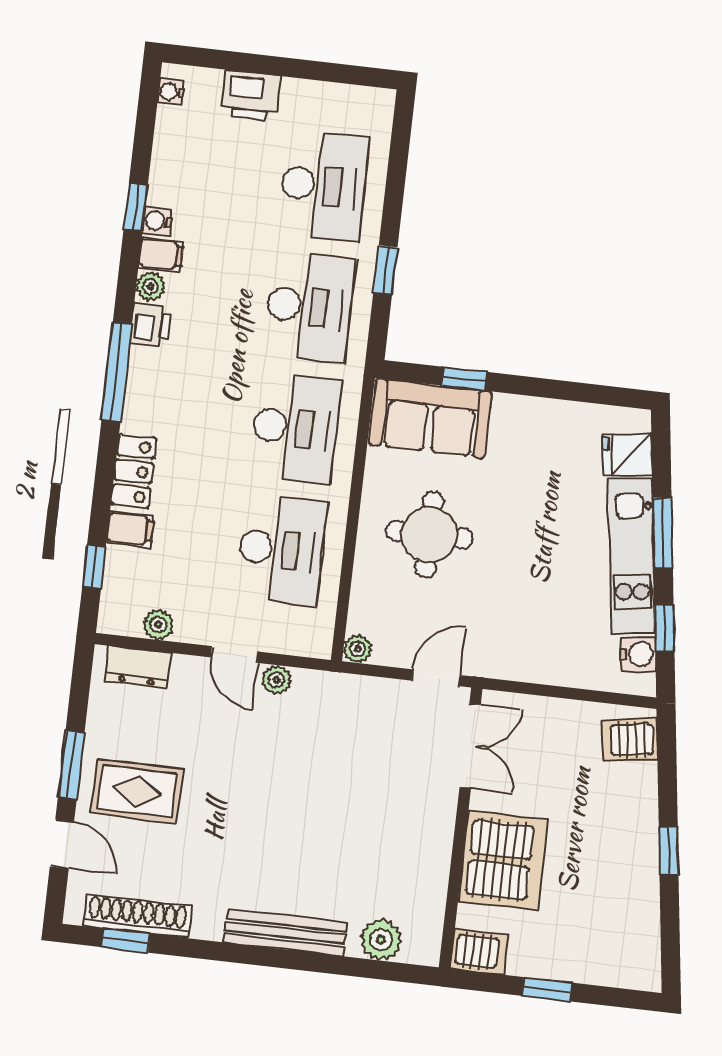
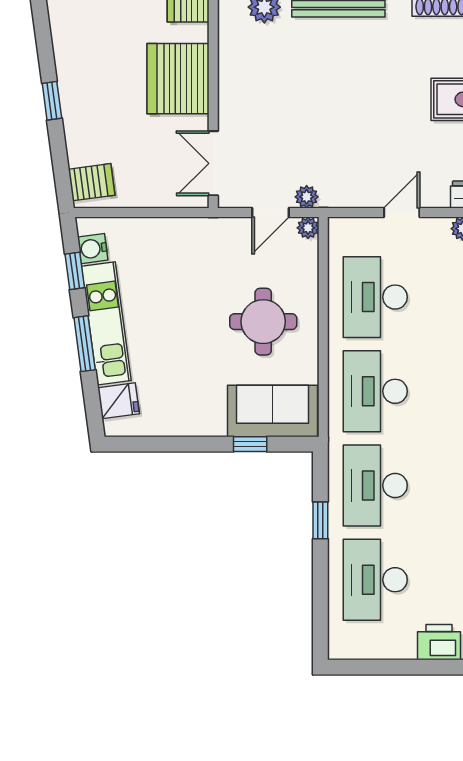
door: (235, 655) -> (402, 213), hinge flipped
door: (436, 678) -> (270, 213), moved
plant: (276, 680) -> (307, 197), moved

